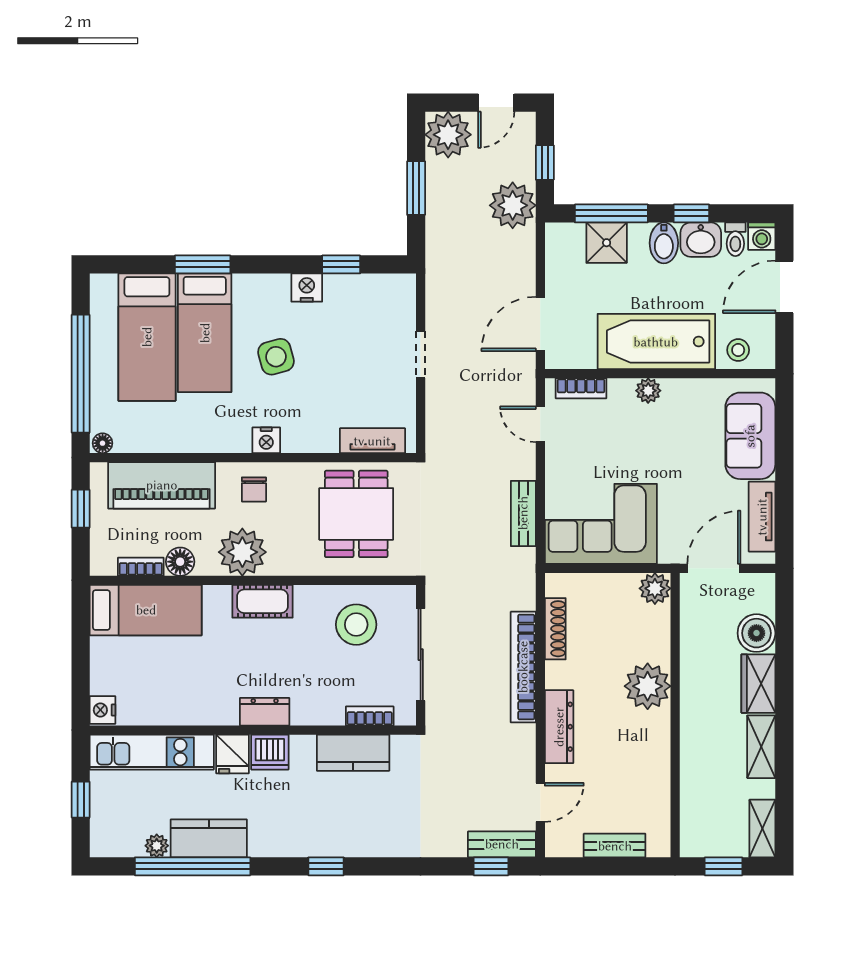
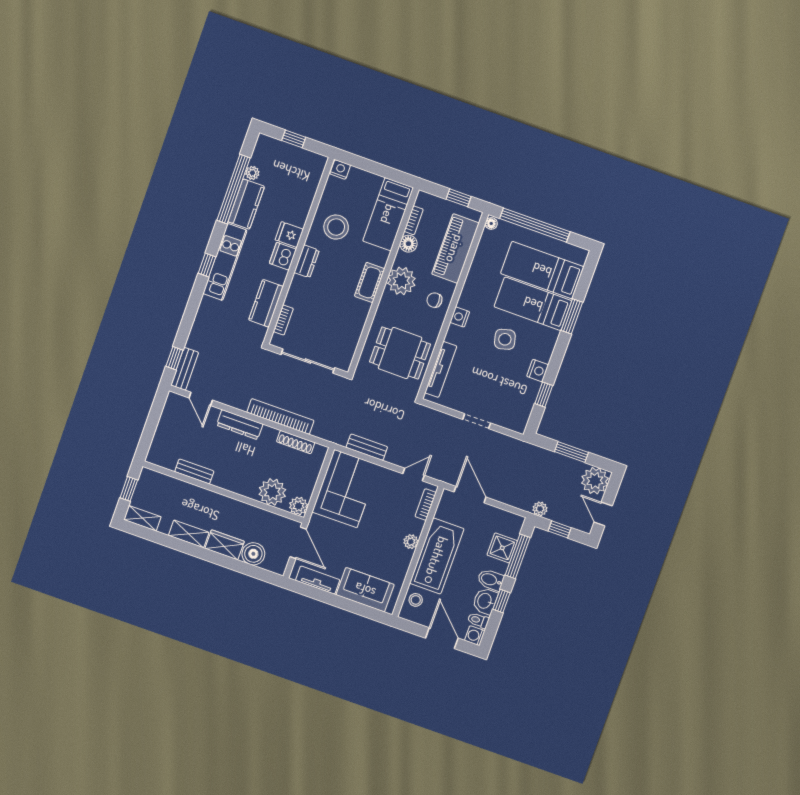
plant: (513, 205) -> (540, 509), width x0.53, depth x0.53
tv unit: (372, 441) -> (441, 369), width x1.41
stool: (356, 625) -> (336, 227), moved
plant: (648, 686) -> (272, 492), moved
kitchen unit: (152, 752) -> (225, 262), moved, turned 180
bench: (615, 846) -> (194, 471), moved, turned 90

